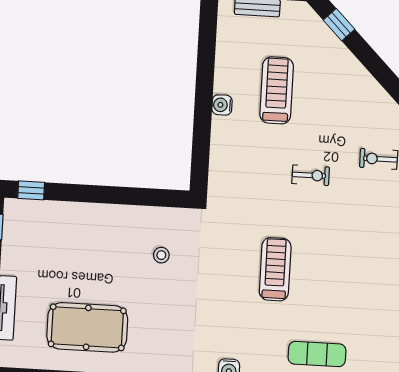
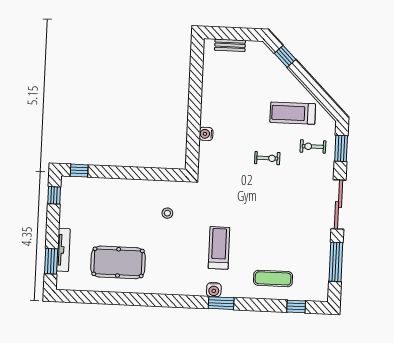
treadmill: (277, 90) -> (293, 113), moved, turned -90
water cooler: (222, 105) -> (206, 134), moved
treadmill: (275, 269) -> (219, 248), moved

